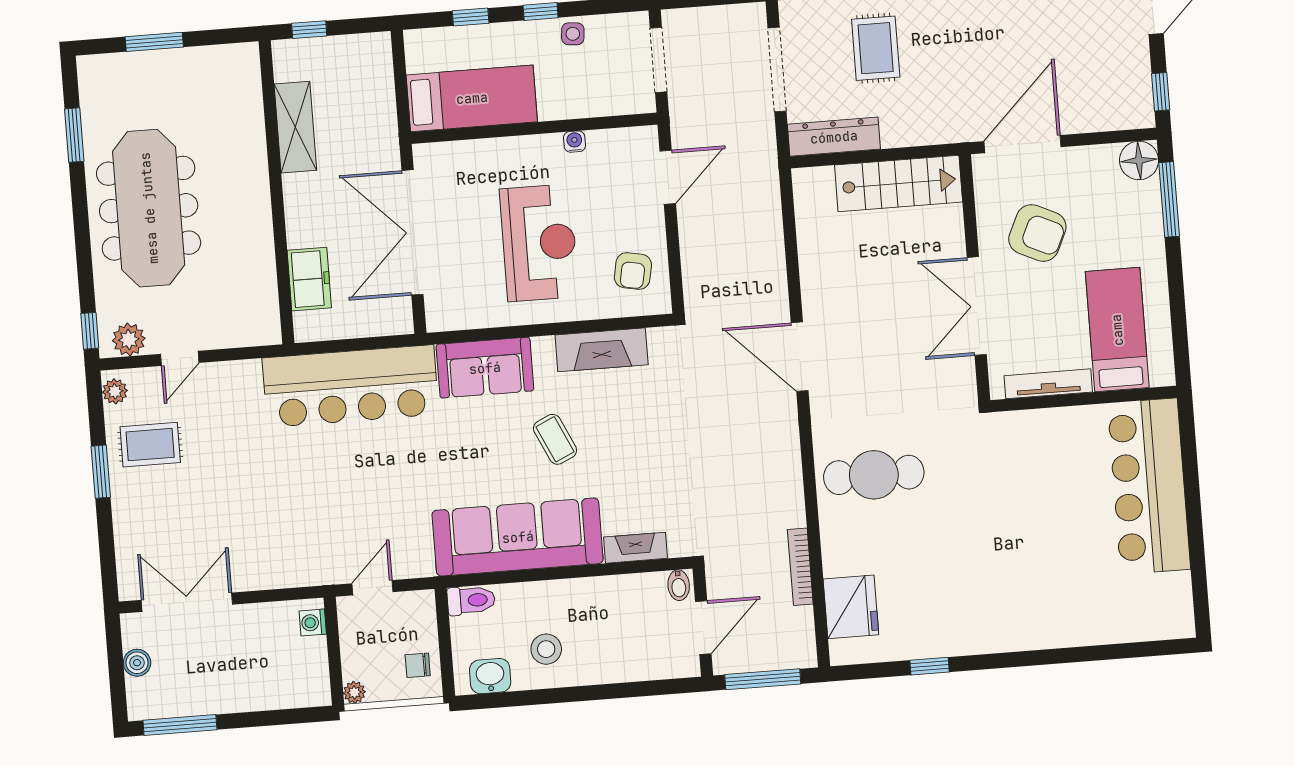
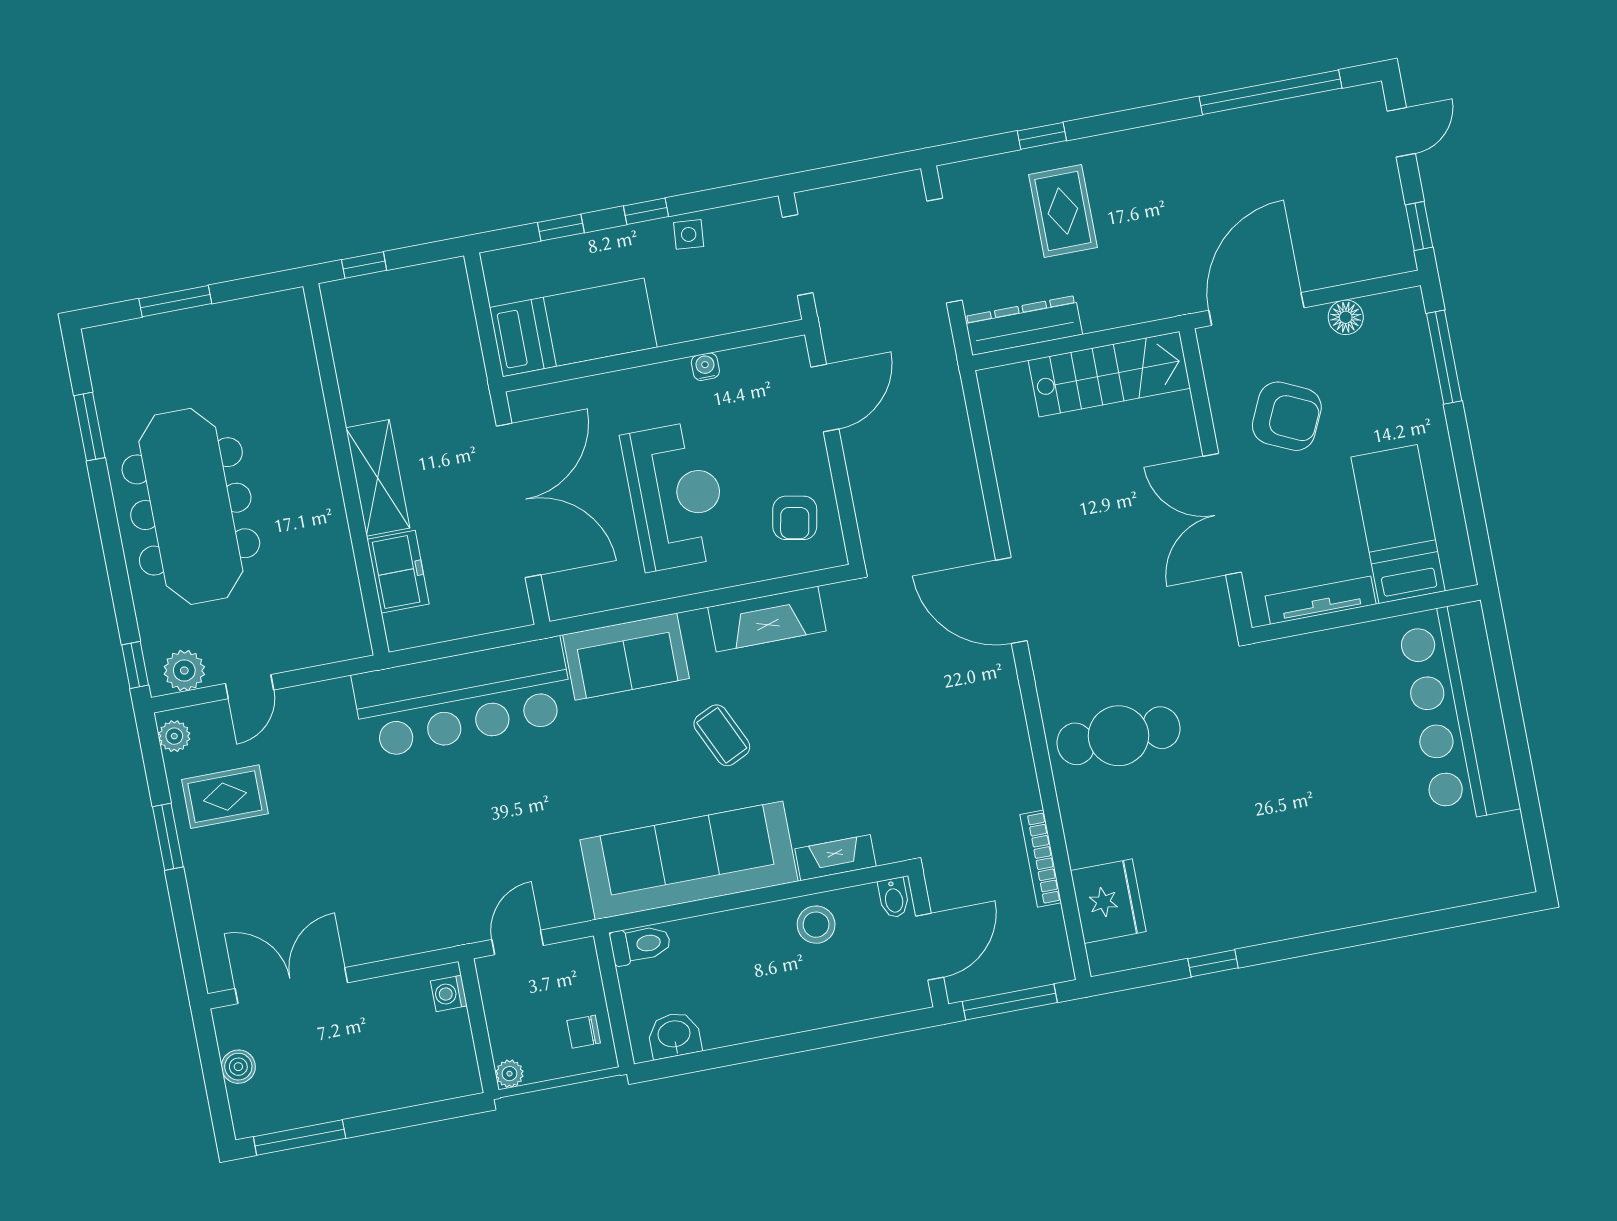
shelving: (295, 127) -> (378, 478), moved
floor lamp: (1139, 160) -> (1346, 317), moved, width x0.73, depth x0.73
double door: (412, 232) -> (519, 500), swing flipped
stool: (546, 649) -> (816, 925), moved

